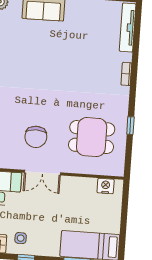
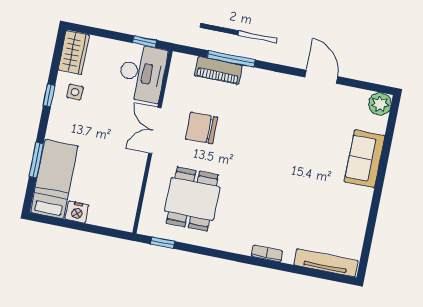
window: (130, 126) -> (163, 243), moved
nightstand: (106, 186) -> (77, 212), moved, turned 90

